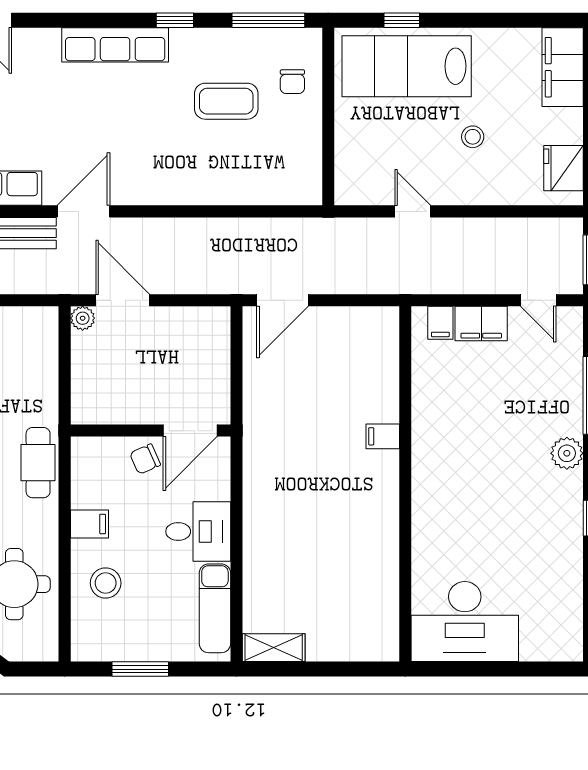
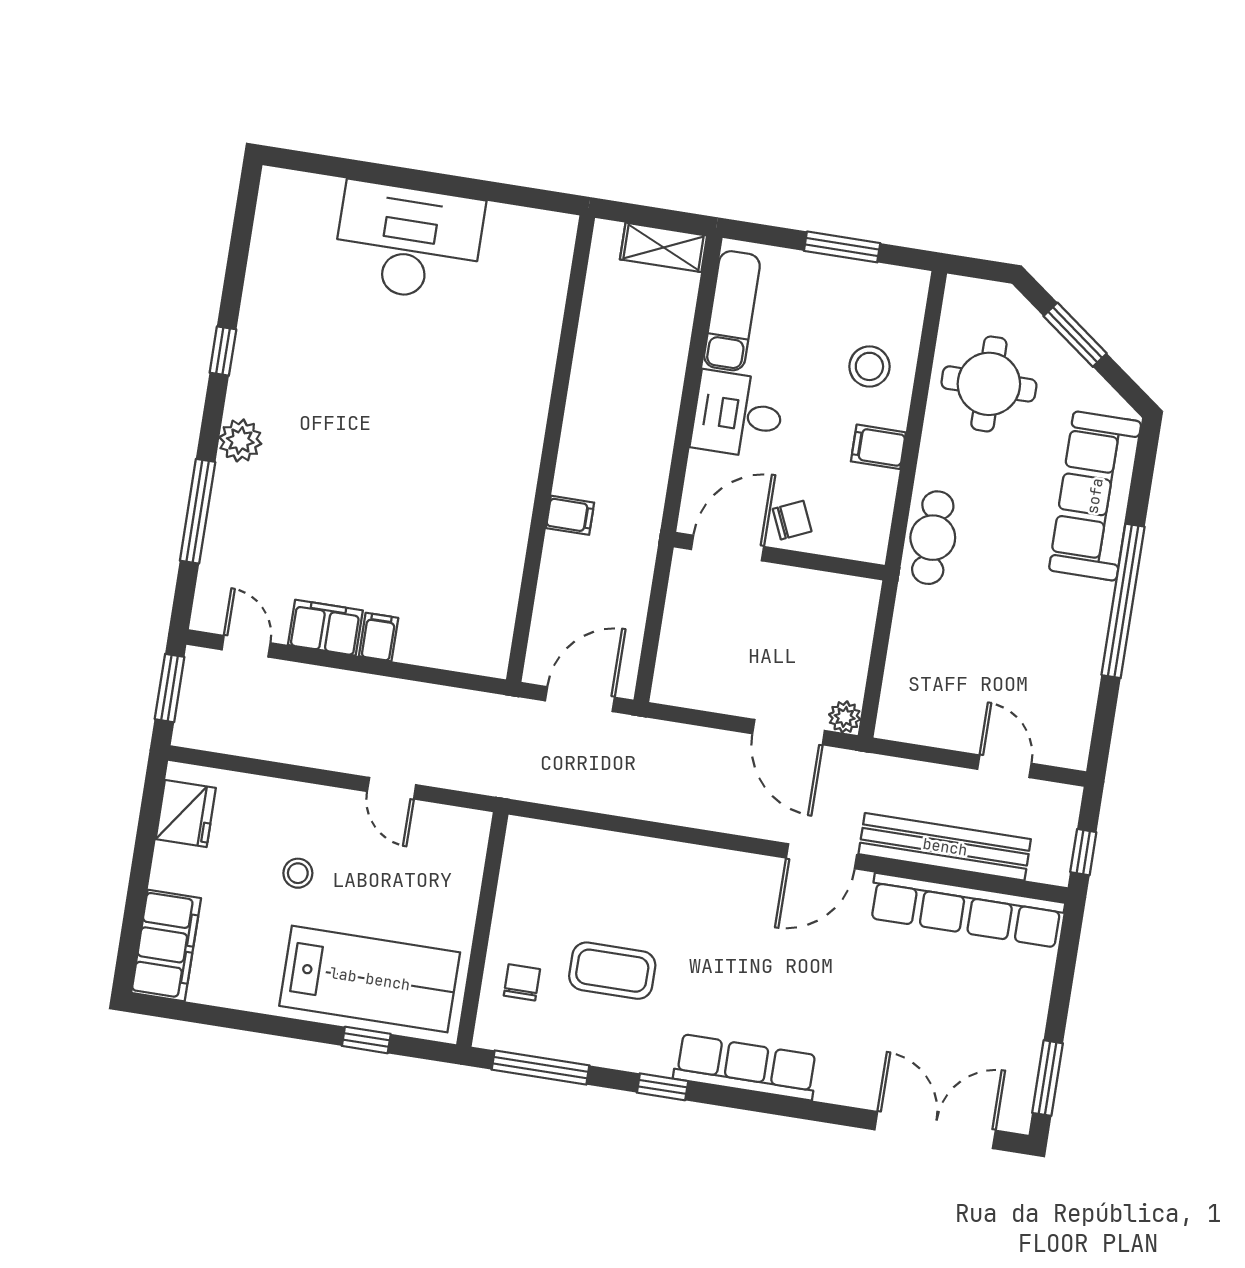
filing cabinet: (383, 436) -> (570, 515), moved
wall: (405, 484) -> (550, 449), moved

